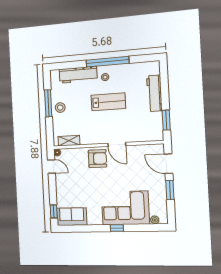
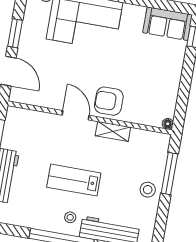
window: (48, 103) -> (169, 174), moved
shelving: (69, 141) -> (113, 131), moved
door: (51, 166) -> (182, 105), removed

